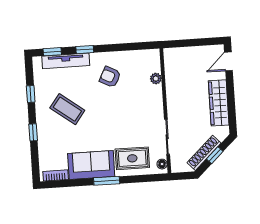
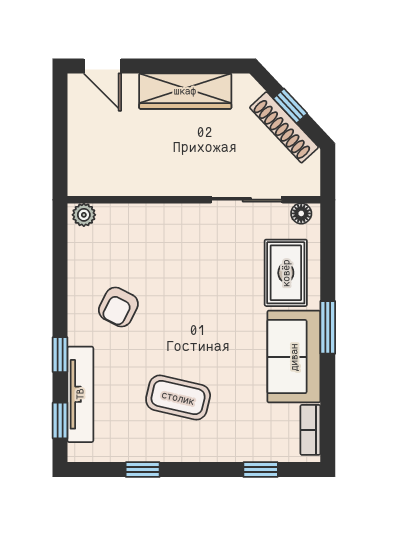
plant: (156, 79) -> (84, 215), moved
coffee table: (67, 109) -> (178, 398), turned 66
window: (33, 132) -> (261, 470), moved

